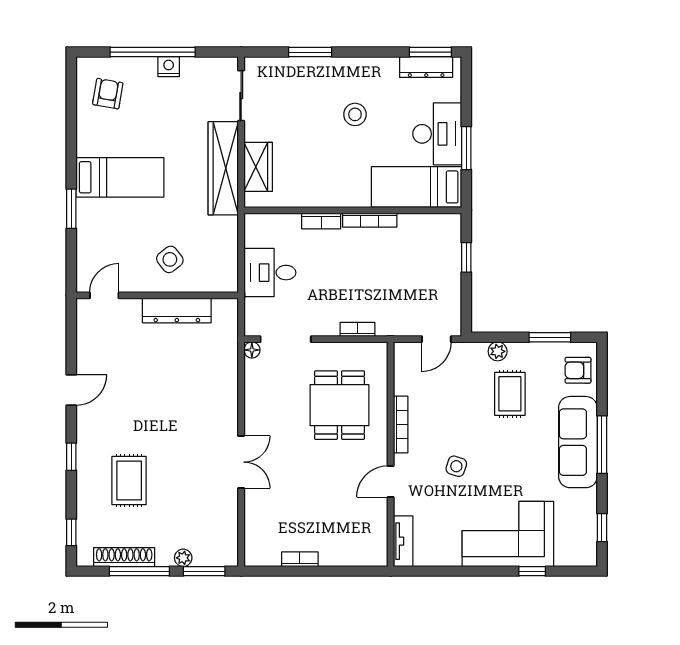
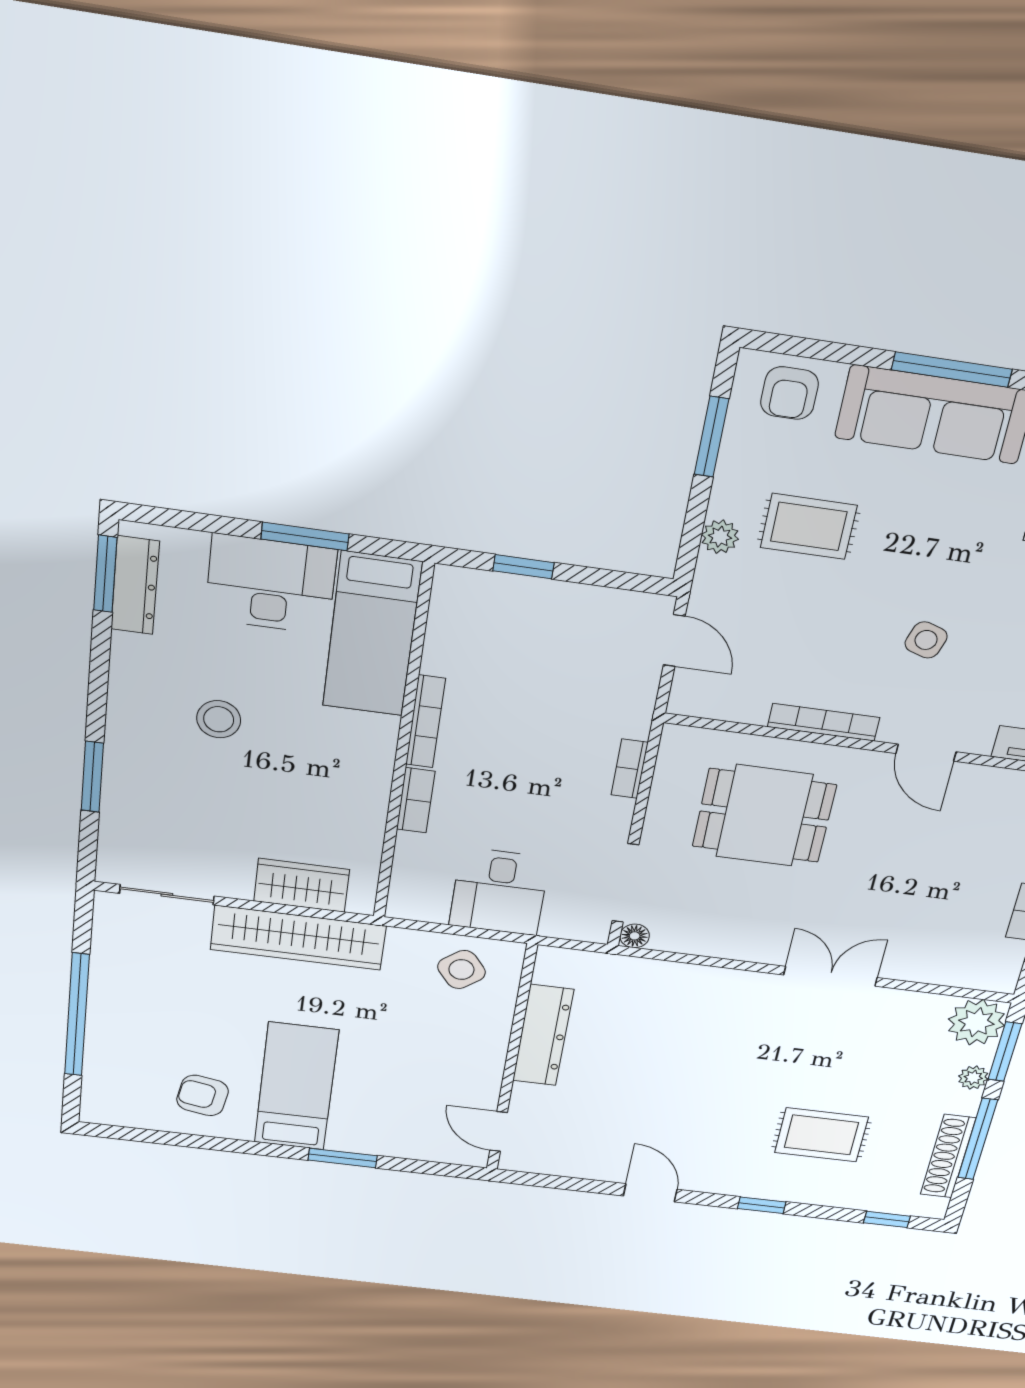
nightstand: (169, 67) -> (105, 995), removed
armchair: (108, 94) -> (203, 1095), moved
side table: (170, 259) -> (461, 970), moved
plant: (222, 550) -> (976, 1022), added

